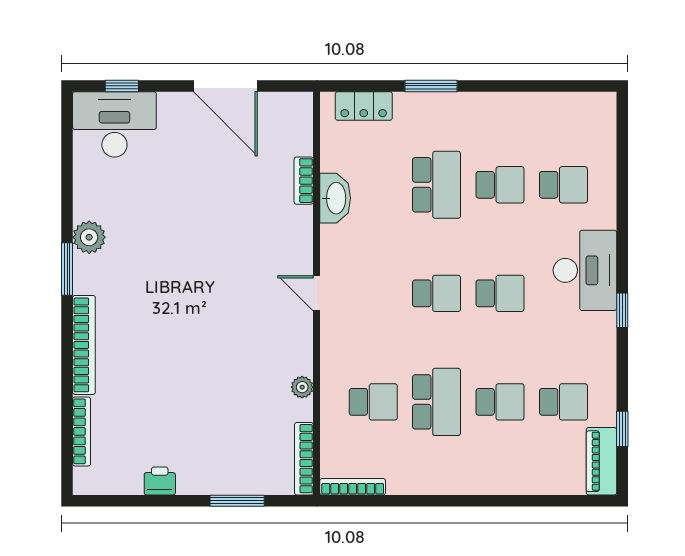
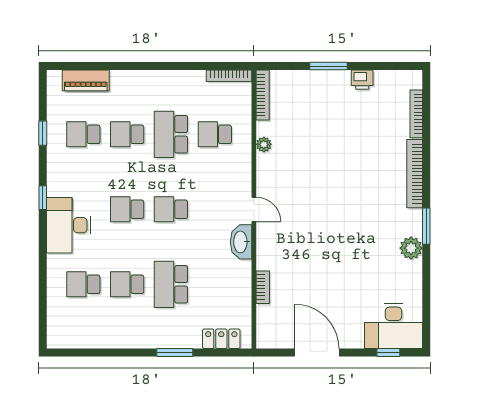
washbasin: (335, 198) -> (241, 242), moved
window: (622, 429) -> (43, 133), moved
piano: (601, 461) -> (86, 80), moved, turned 90
window: (237, 501) -> (329, 66), moved

